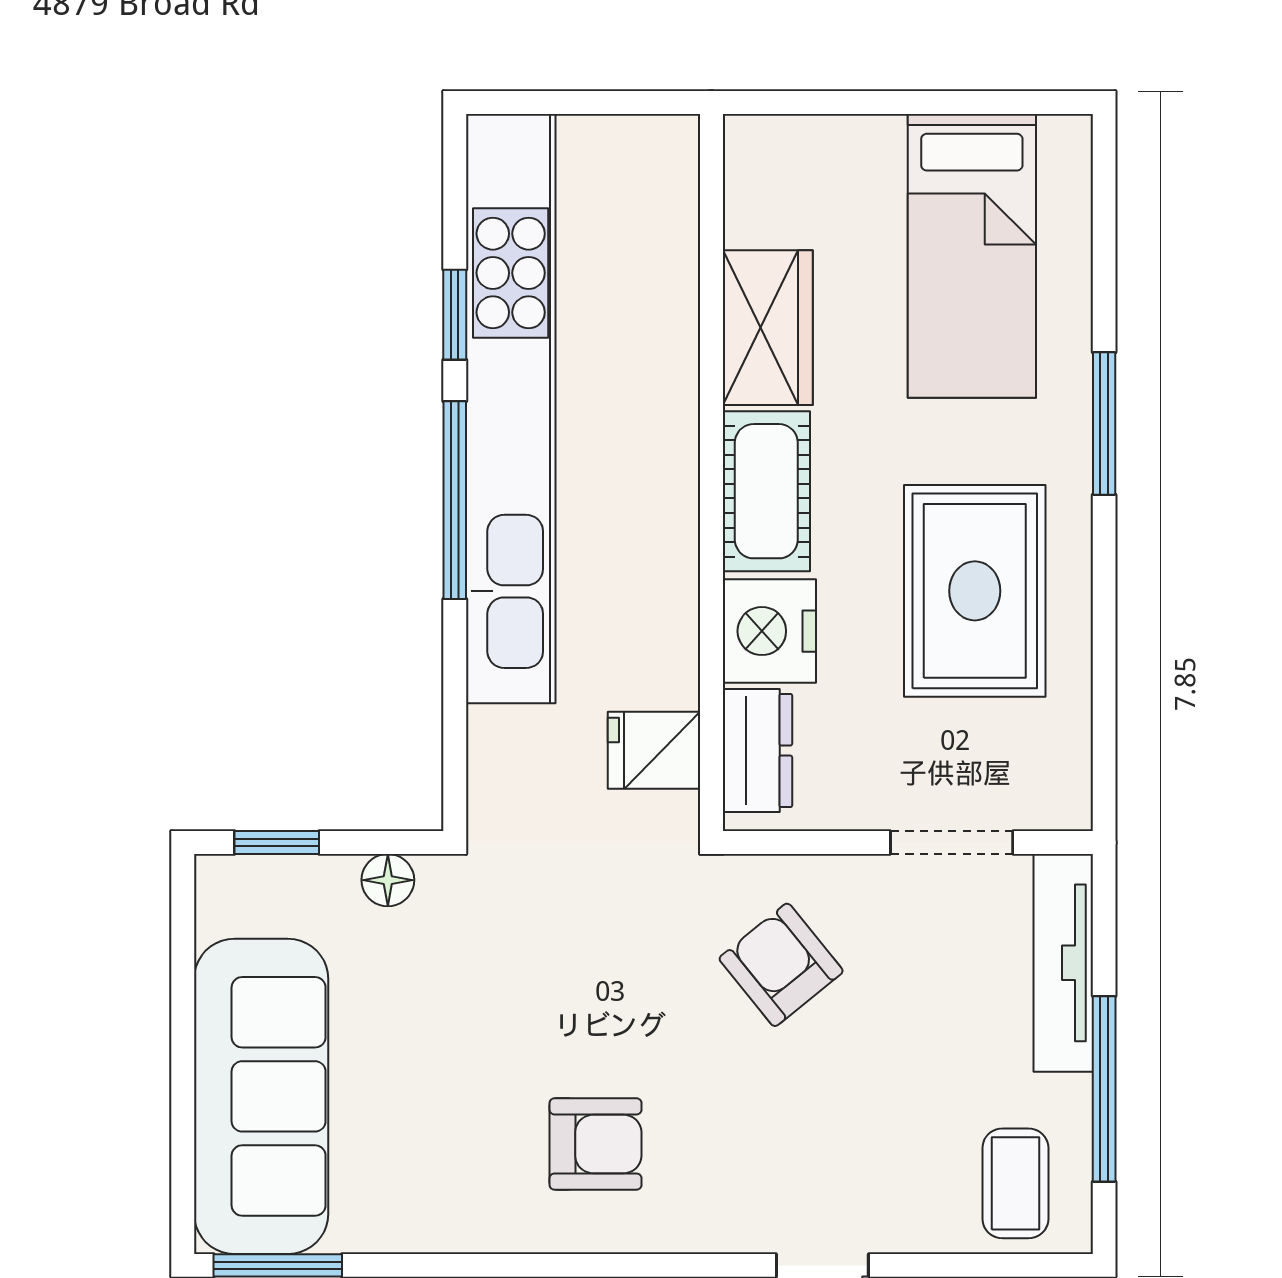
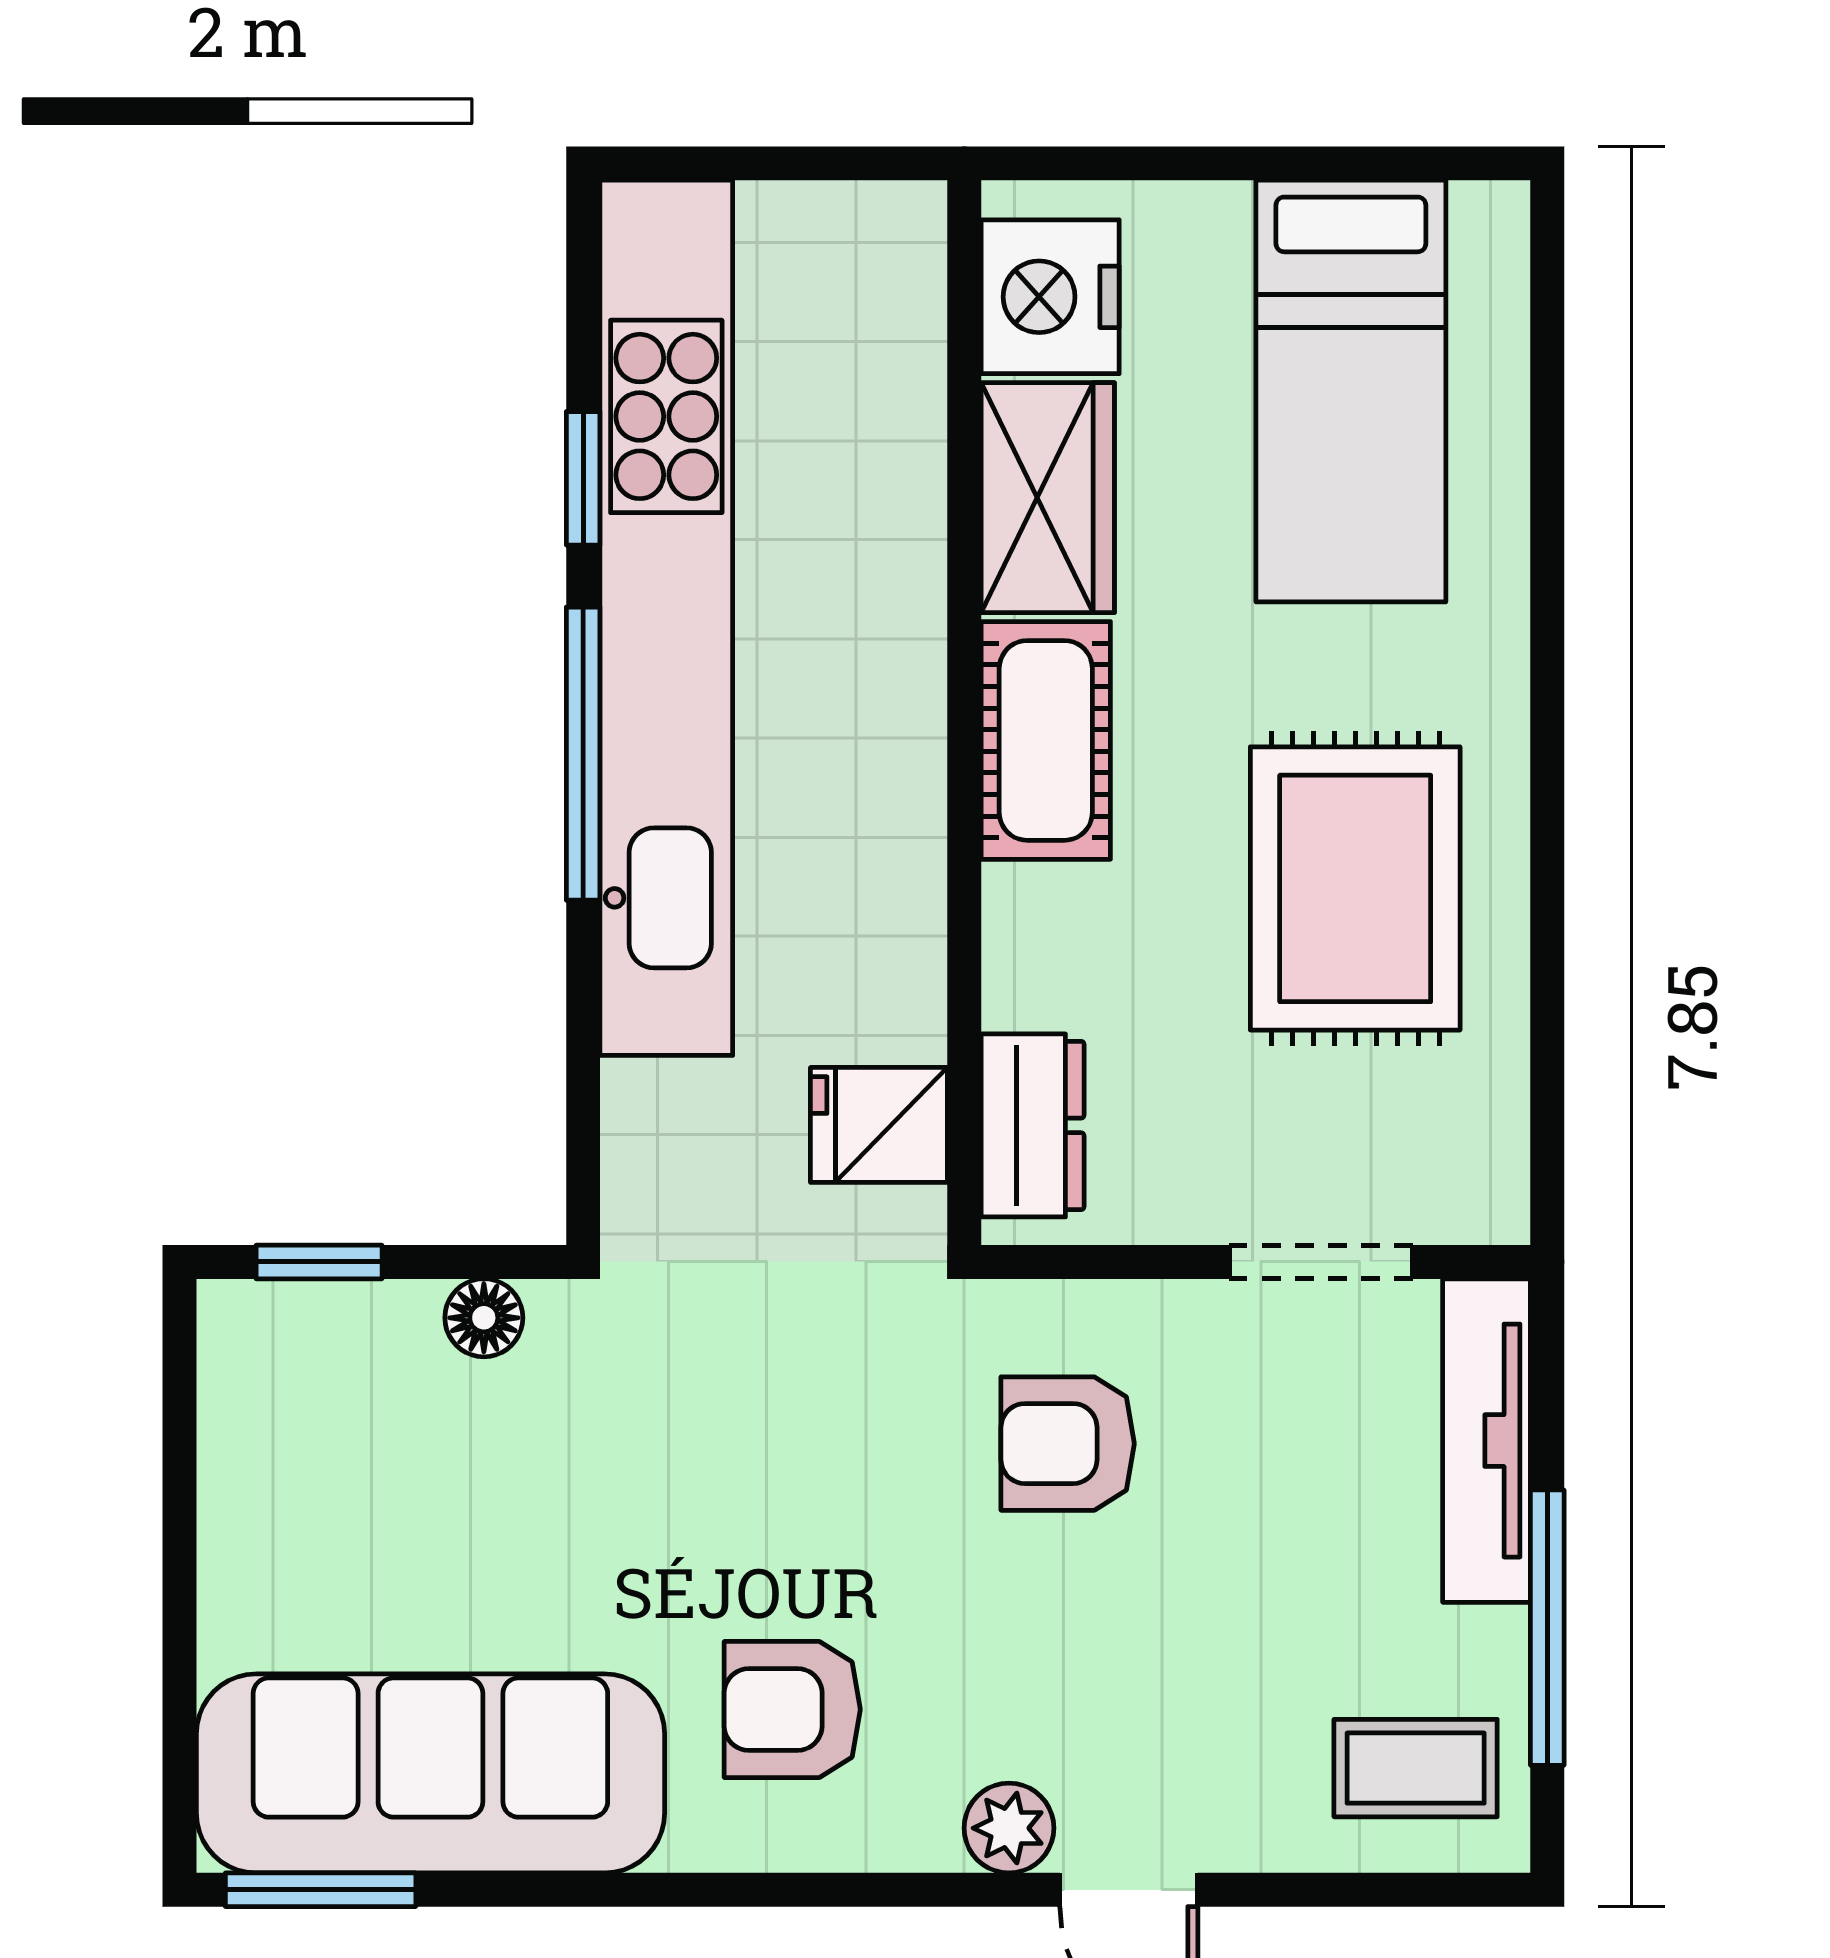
window: (1104, 423) -> (1547, 640), removed
nightstand: (769, 631) -> (1050, 297), moved
armchair: (781, 965) -> (1068, 1444), turned -51
sofa: (261, 1096) -> (430, 1773), moved, turned -90
armchair: (596, 1144) -> (792, 1709), turned 180
coffee table: (1015, 1183) -> (1416, 1768), turned 90
plant: (742, 1224) -> (1009, 1828), added

